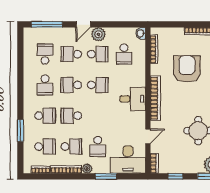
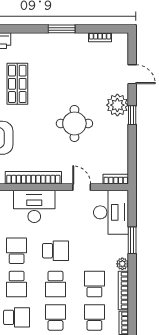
desk: (133, 99) -> (34, 206), width x1.37
school desk: (98, 146) -> (55, 251), moved
window: (176, 176) -> (132, 152), removed

